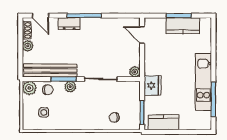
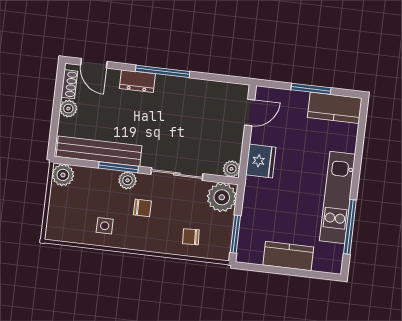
kitchen counter: (183, 26) -> (335, 108), moved
door: (142, 35) -> (250, 113), swing flipped
fridge: (153, 85) -> (261, 161), moved
chair: (48, 90) -> (142, 208), moved
plant: (131, 90) -> (222, 197), added
side table: (44, 112) -> (105, 226), moved
kitchen counter: (164, 122) -> (288, 256), moved

